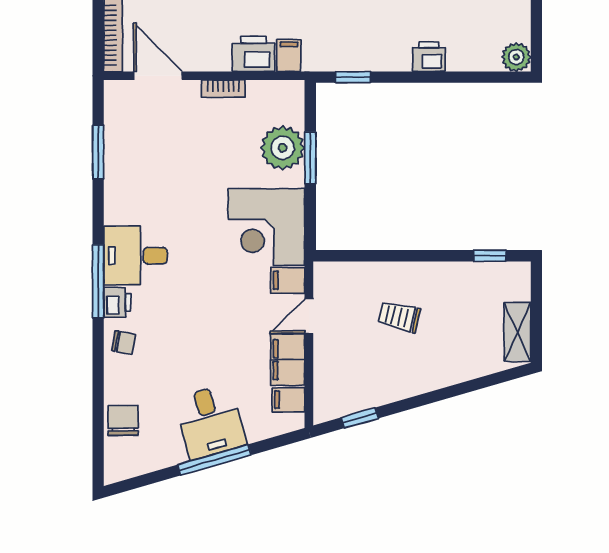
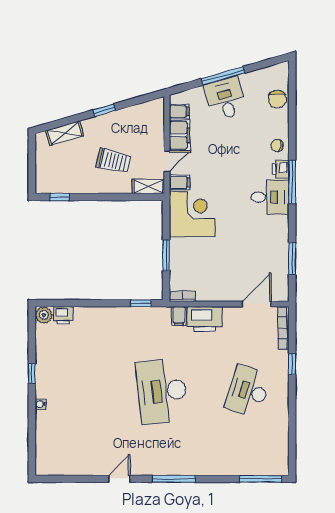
printer: (253, 54) -> (205, 319), width x1.37, depth x1.19
printer: (429, 57) -> (63, 315), moved
door: (158, 76) -> (257, 304), swing flipped
bookcase: (223, 89) -> (182, 296), moved
plant: (283, 148) -> (183, 261), removed
shelving: (340, 273) -> (148, 187), added
trolley: (399, 317) -> (113, 161), width x1.36, depth x1.39
shelving: (517, 332) -> (65, 133), moved, turned 74
window: (360, 418) -> (104, 110), moved

